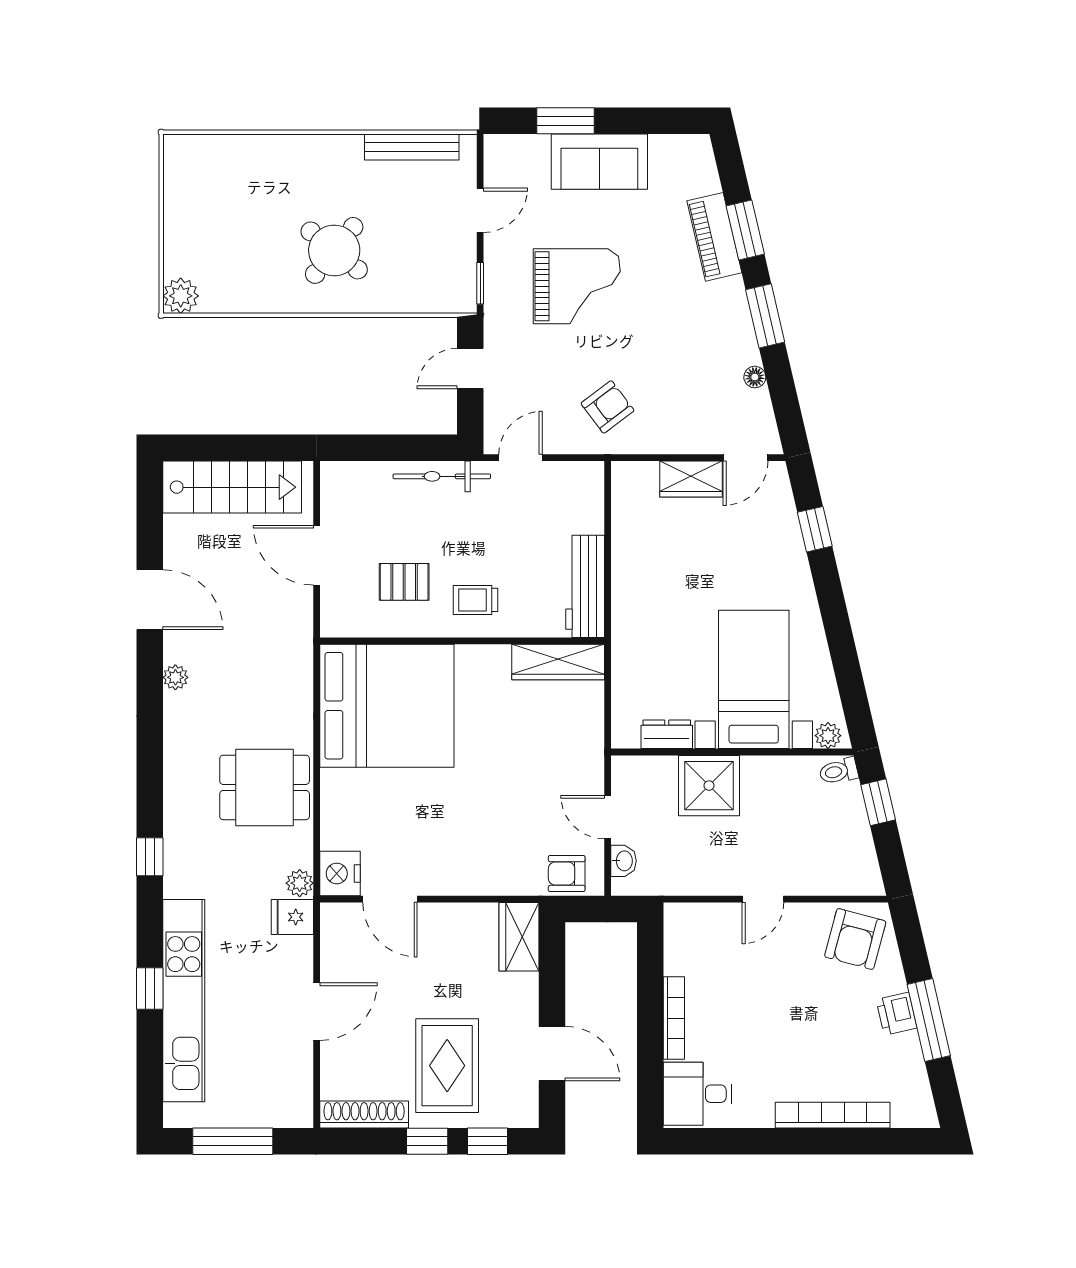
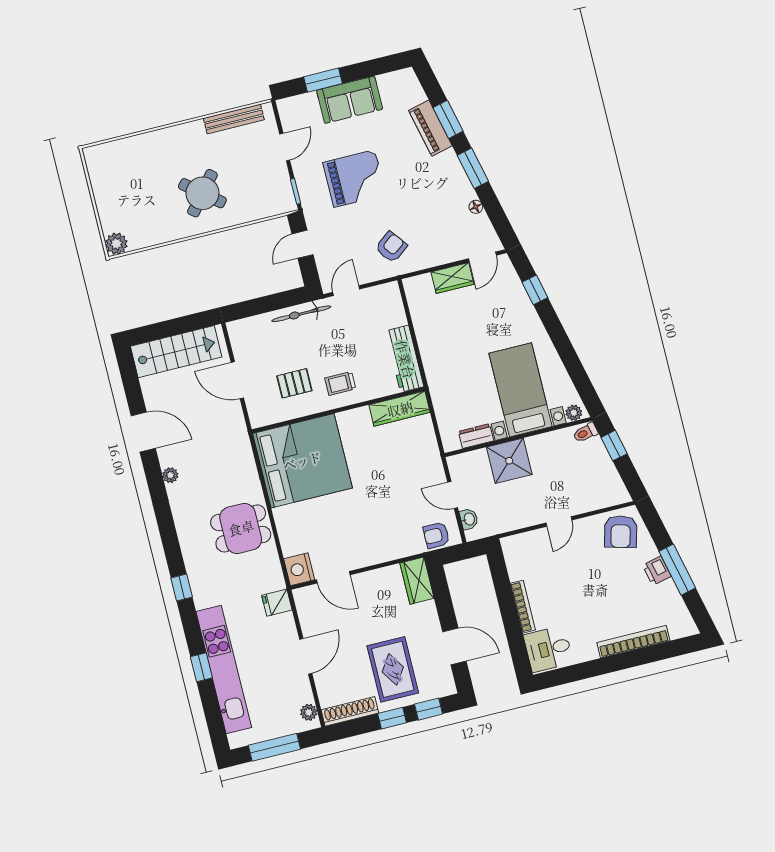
plant: (300, 883) -> (309, 712), moved

